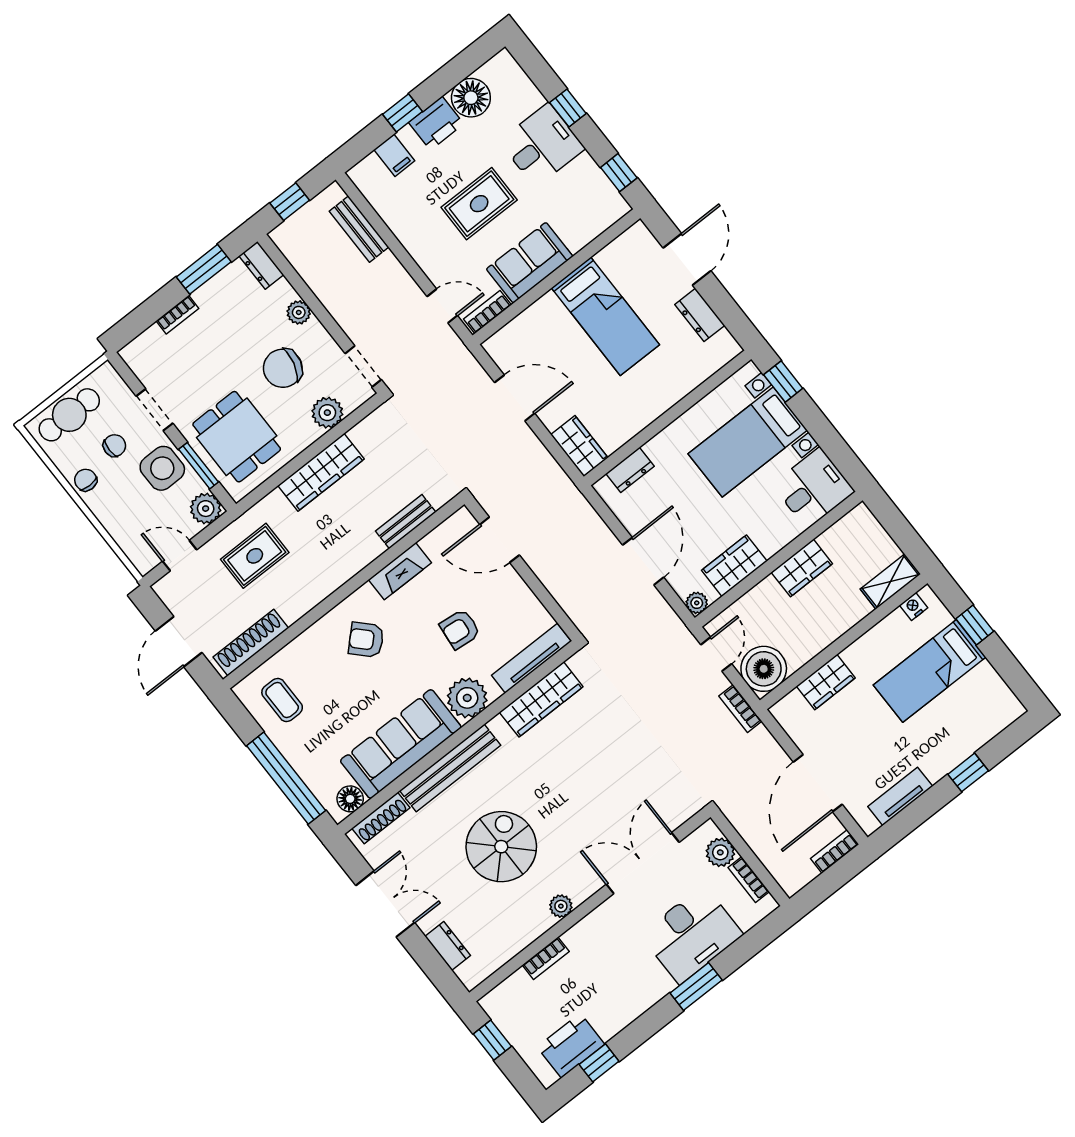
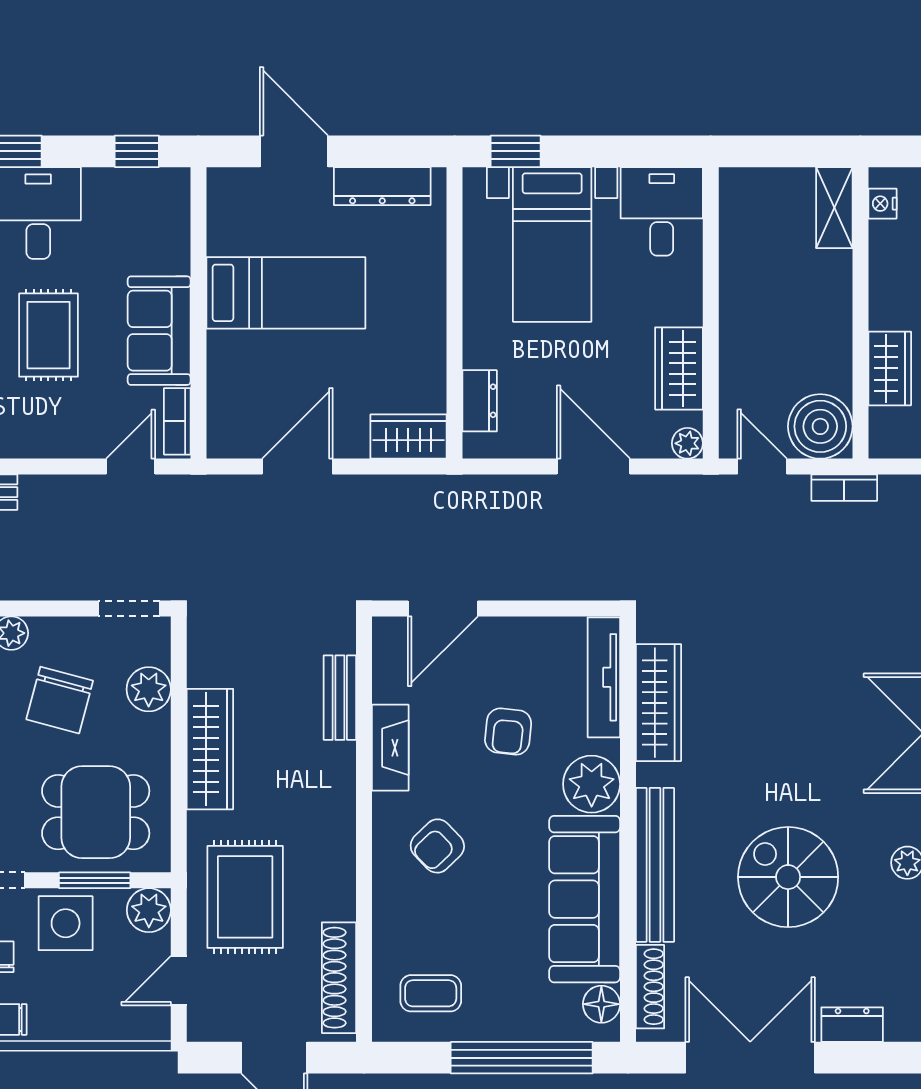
dresser: (700, 315) -> (382, 186), width x1.44
rug: (255, 556) -> (245, 897), width x1.36, depth x1.43
wardrobe: (802, 568) -> (741, 295), removed
double door: (385, 904) -> (750, 1058), width x1.37

